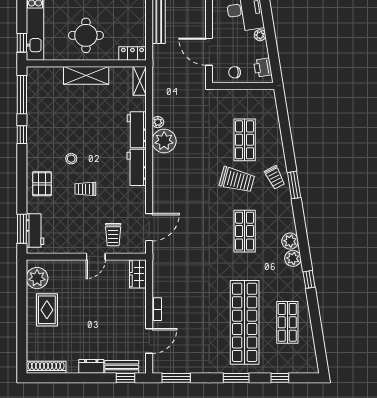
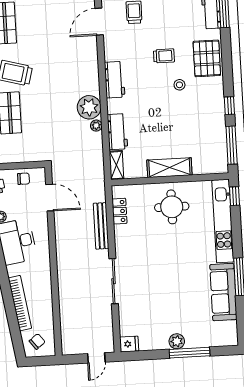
locker: (132, 53) -> (119, 211), moved, turned -90
workbench: (137, 130) -> (117, 132), moved
pallet: (42, 184) -> (207, 58), width x1.50, depth x1.42

